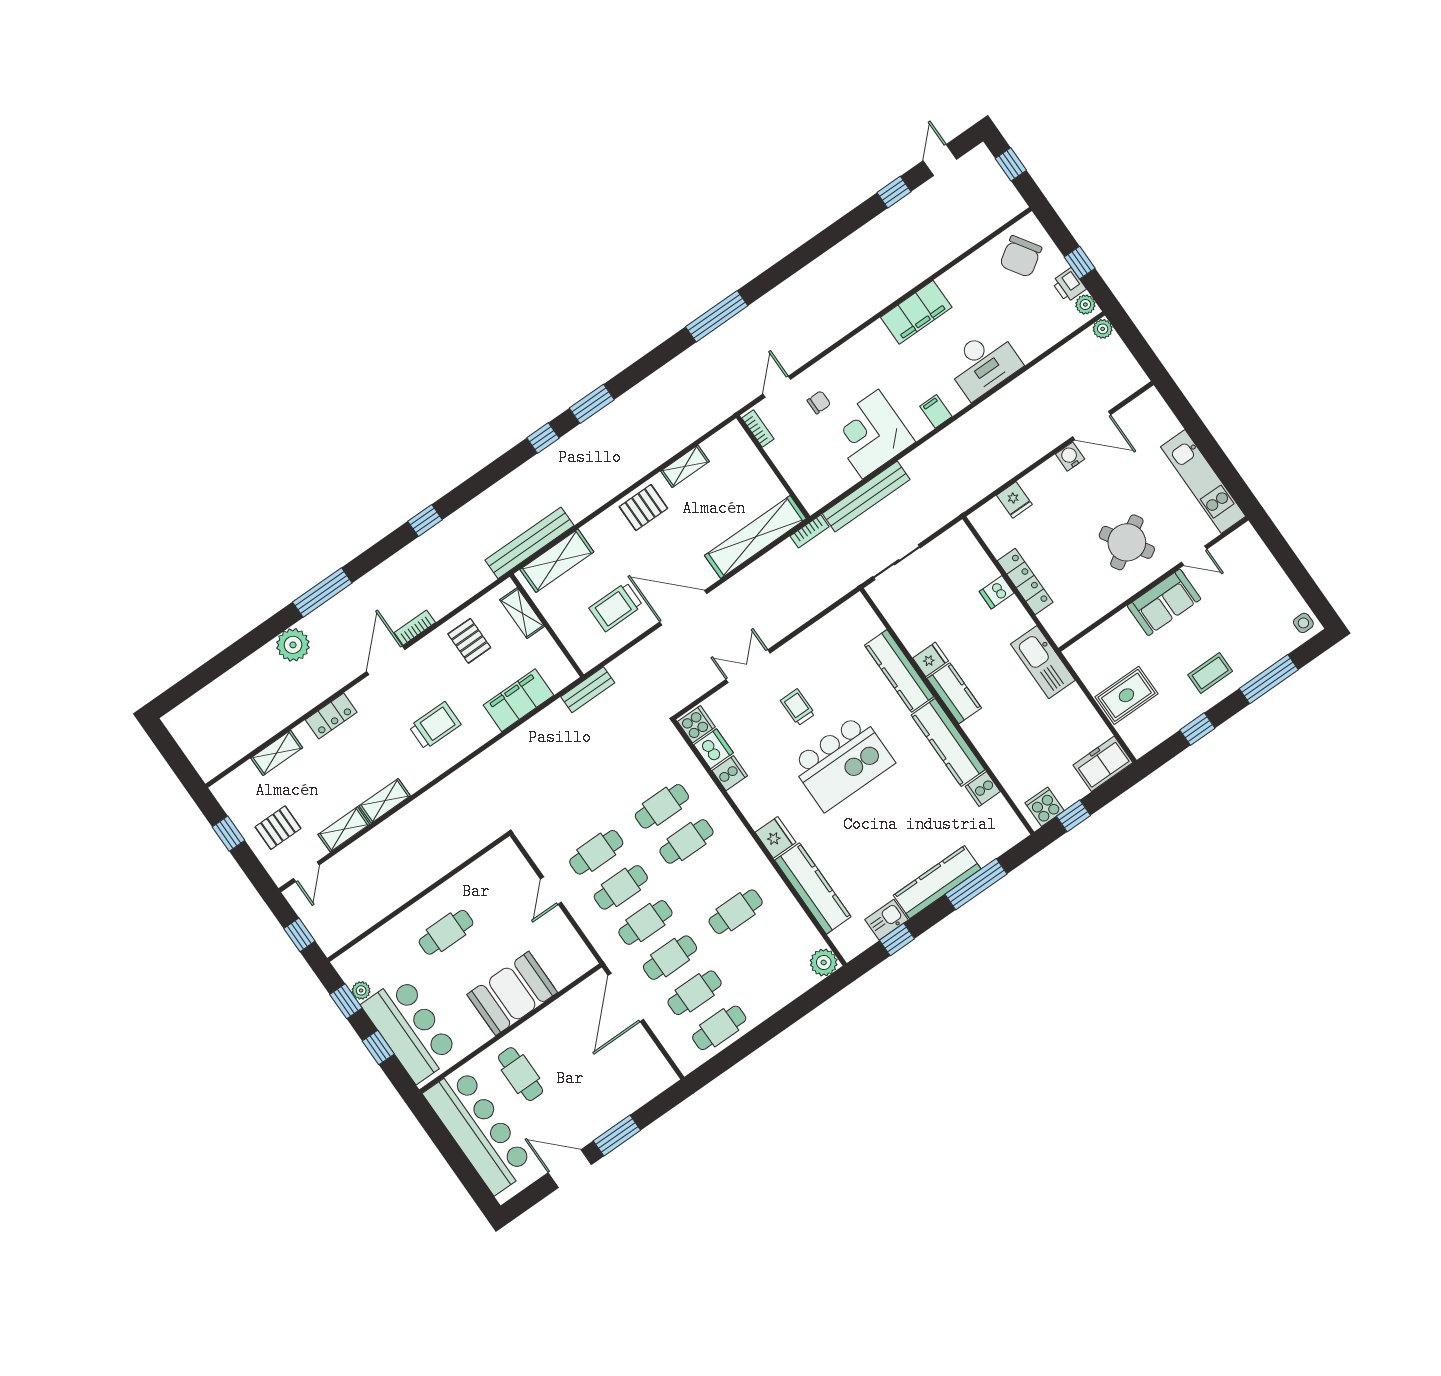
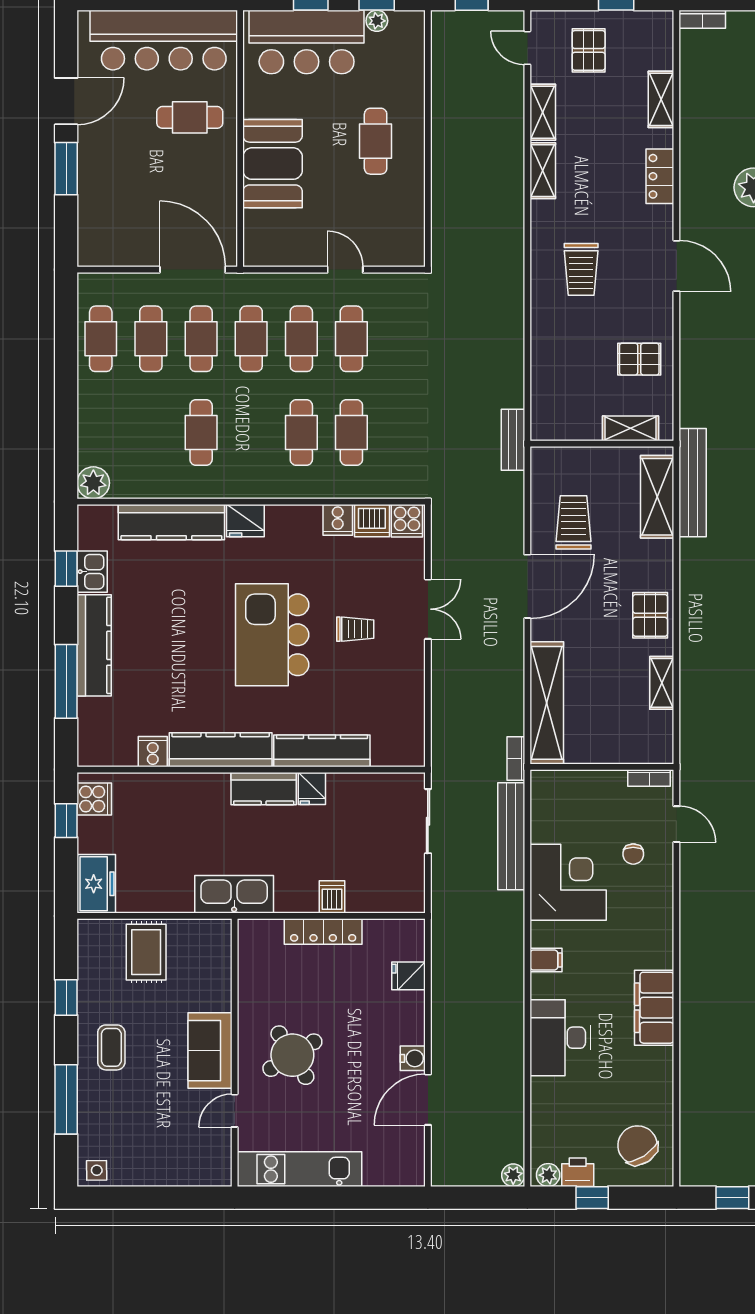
bookcase: (415, 628) -> (702, 19), moved, turned 90
filing cabinet: (518, 700) -> (549, 366), removed

